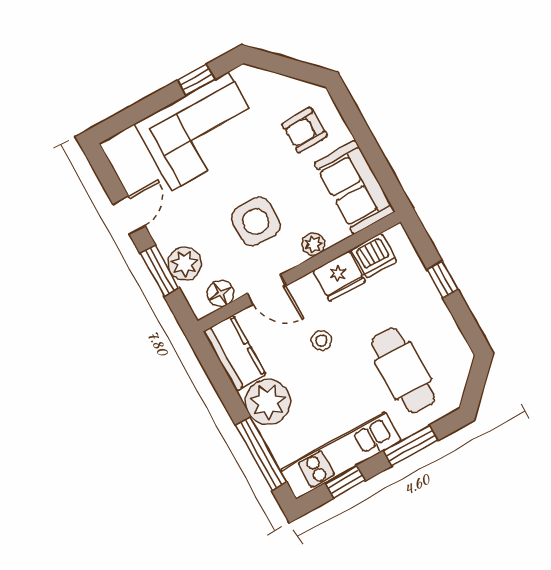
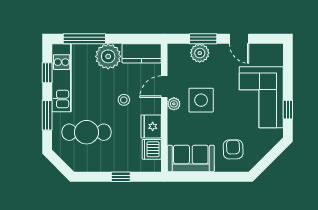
plant: (313, 244) -> (174, 104), moved
floor lamp: (221, 293) -> (175, 63), removed

